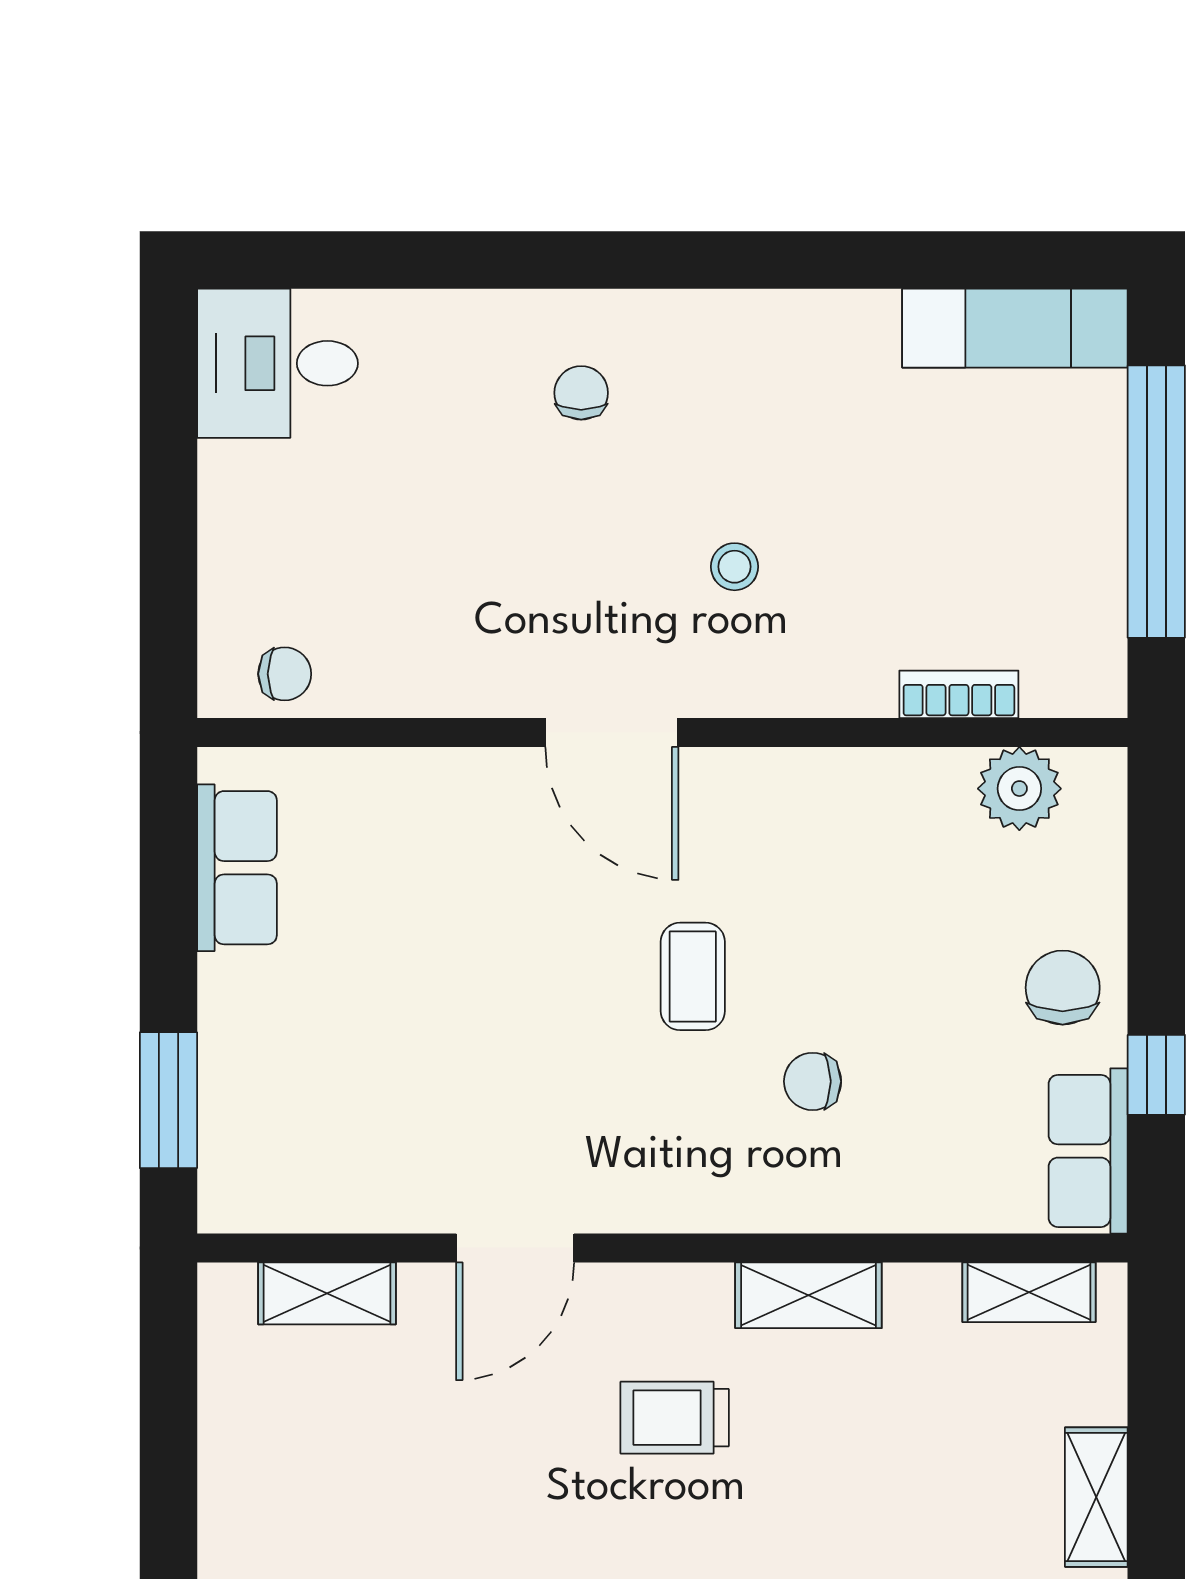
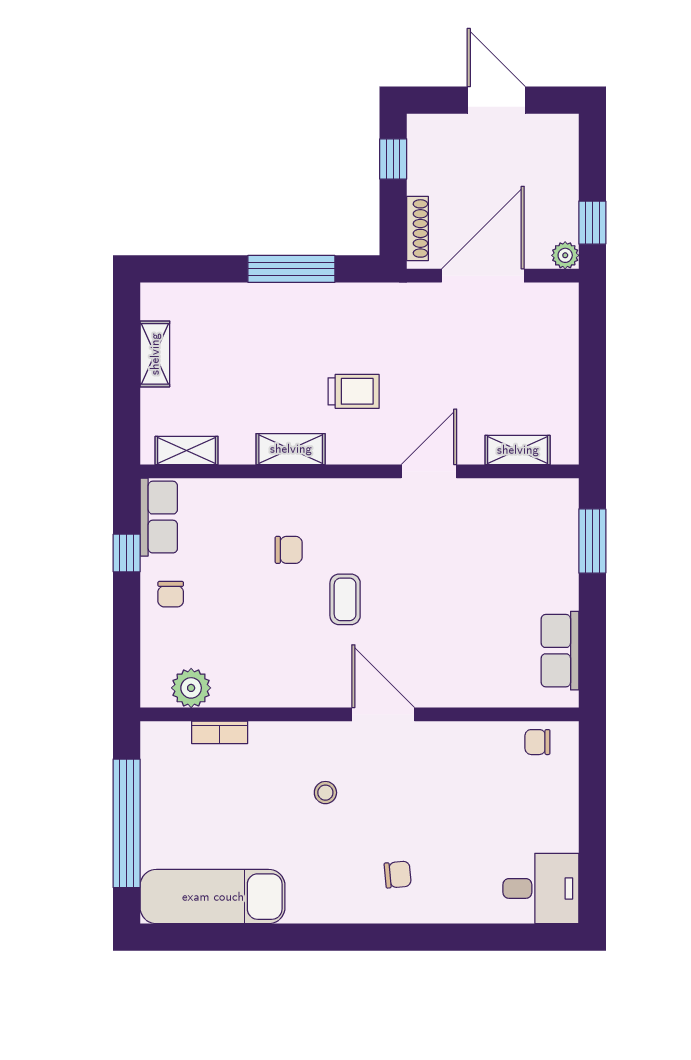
exam couch: (1015, 328) -> (213, 897), width x1.36, depth x1.45
chair: (581, 393) -> (398, 875), turned -95
chair: (1063, 988) -> (171, 594), width x0.73, depth x0.73

